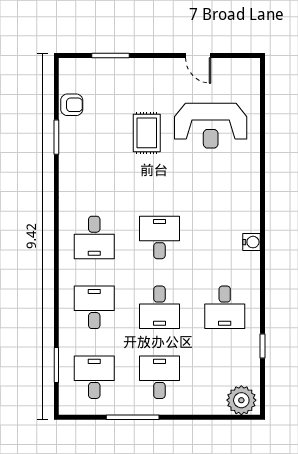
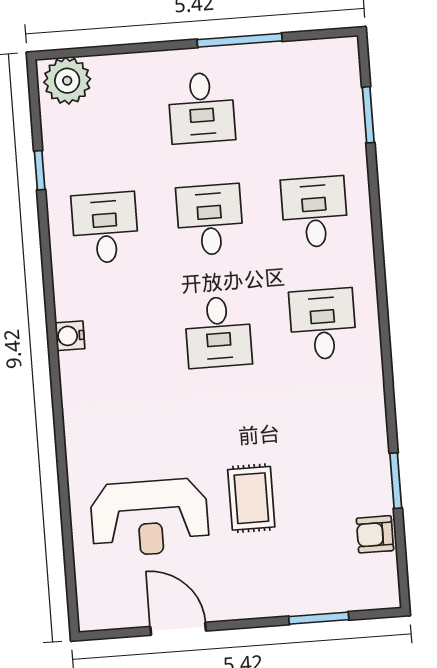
door: (198, 55) -> (178, 629), width x1.38
reception desk: (211, 126) -> (150, 518), turned 180
desk: (94, 307) -> (314, 212), turned 180
desk: (94, 377) -> (306, 100), removed

